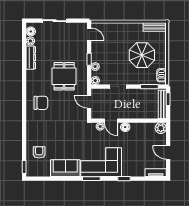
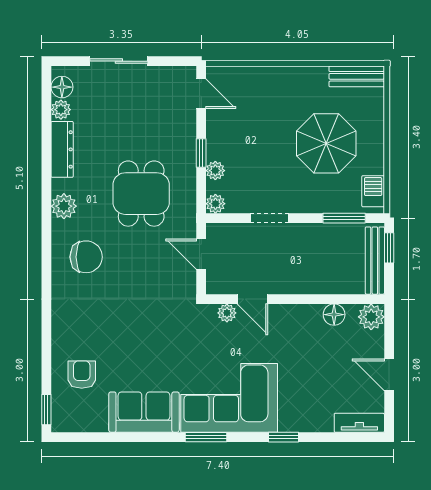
plant: (32, 82) -> (64, 206), added
floor lamp: (125, 127) -> (334, 315), moved

